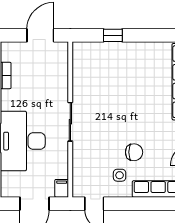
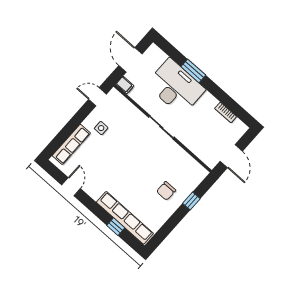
chair: (134, 152) -> (166, 191), moved

